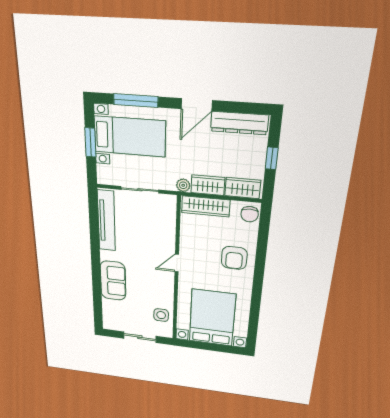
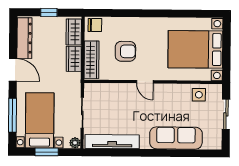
plant: (183, 185) -> (75, 143), moved
armchair: (234, 258) -> (125, 51), moved
sofa: (113, 281) -> (176, 138), width x1.36

